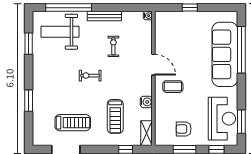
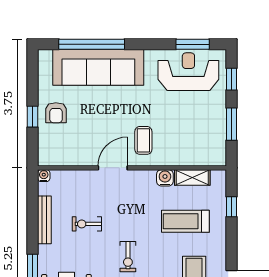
bench: (104, 16) -> (44, 220), moved
treadmill: (115, 116) -> (185, 221), turned 180
armchair: (184, 129) -> (56, 113), moved
shelving: (146, 133) -> (192, 177), moved

